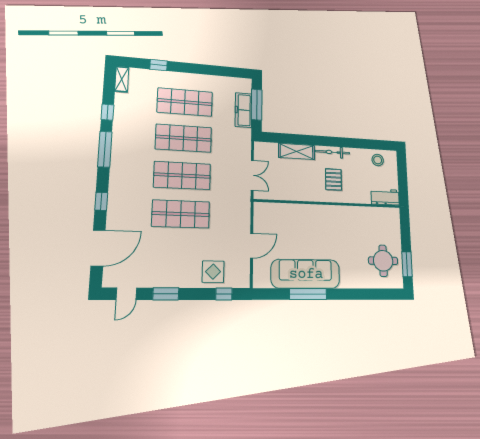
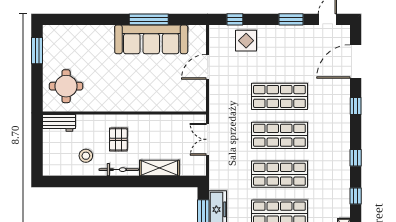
window: (105, 149) -> (356, 158), width x0.46
stool: (378, 160) -> (86, 156), moved
round table: (383, 261) -> (66, 86), moved

